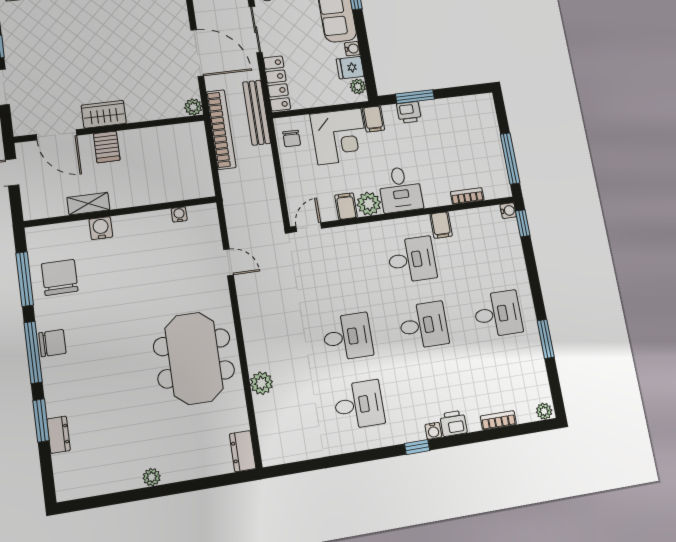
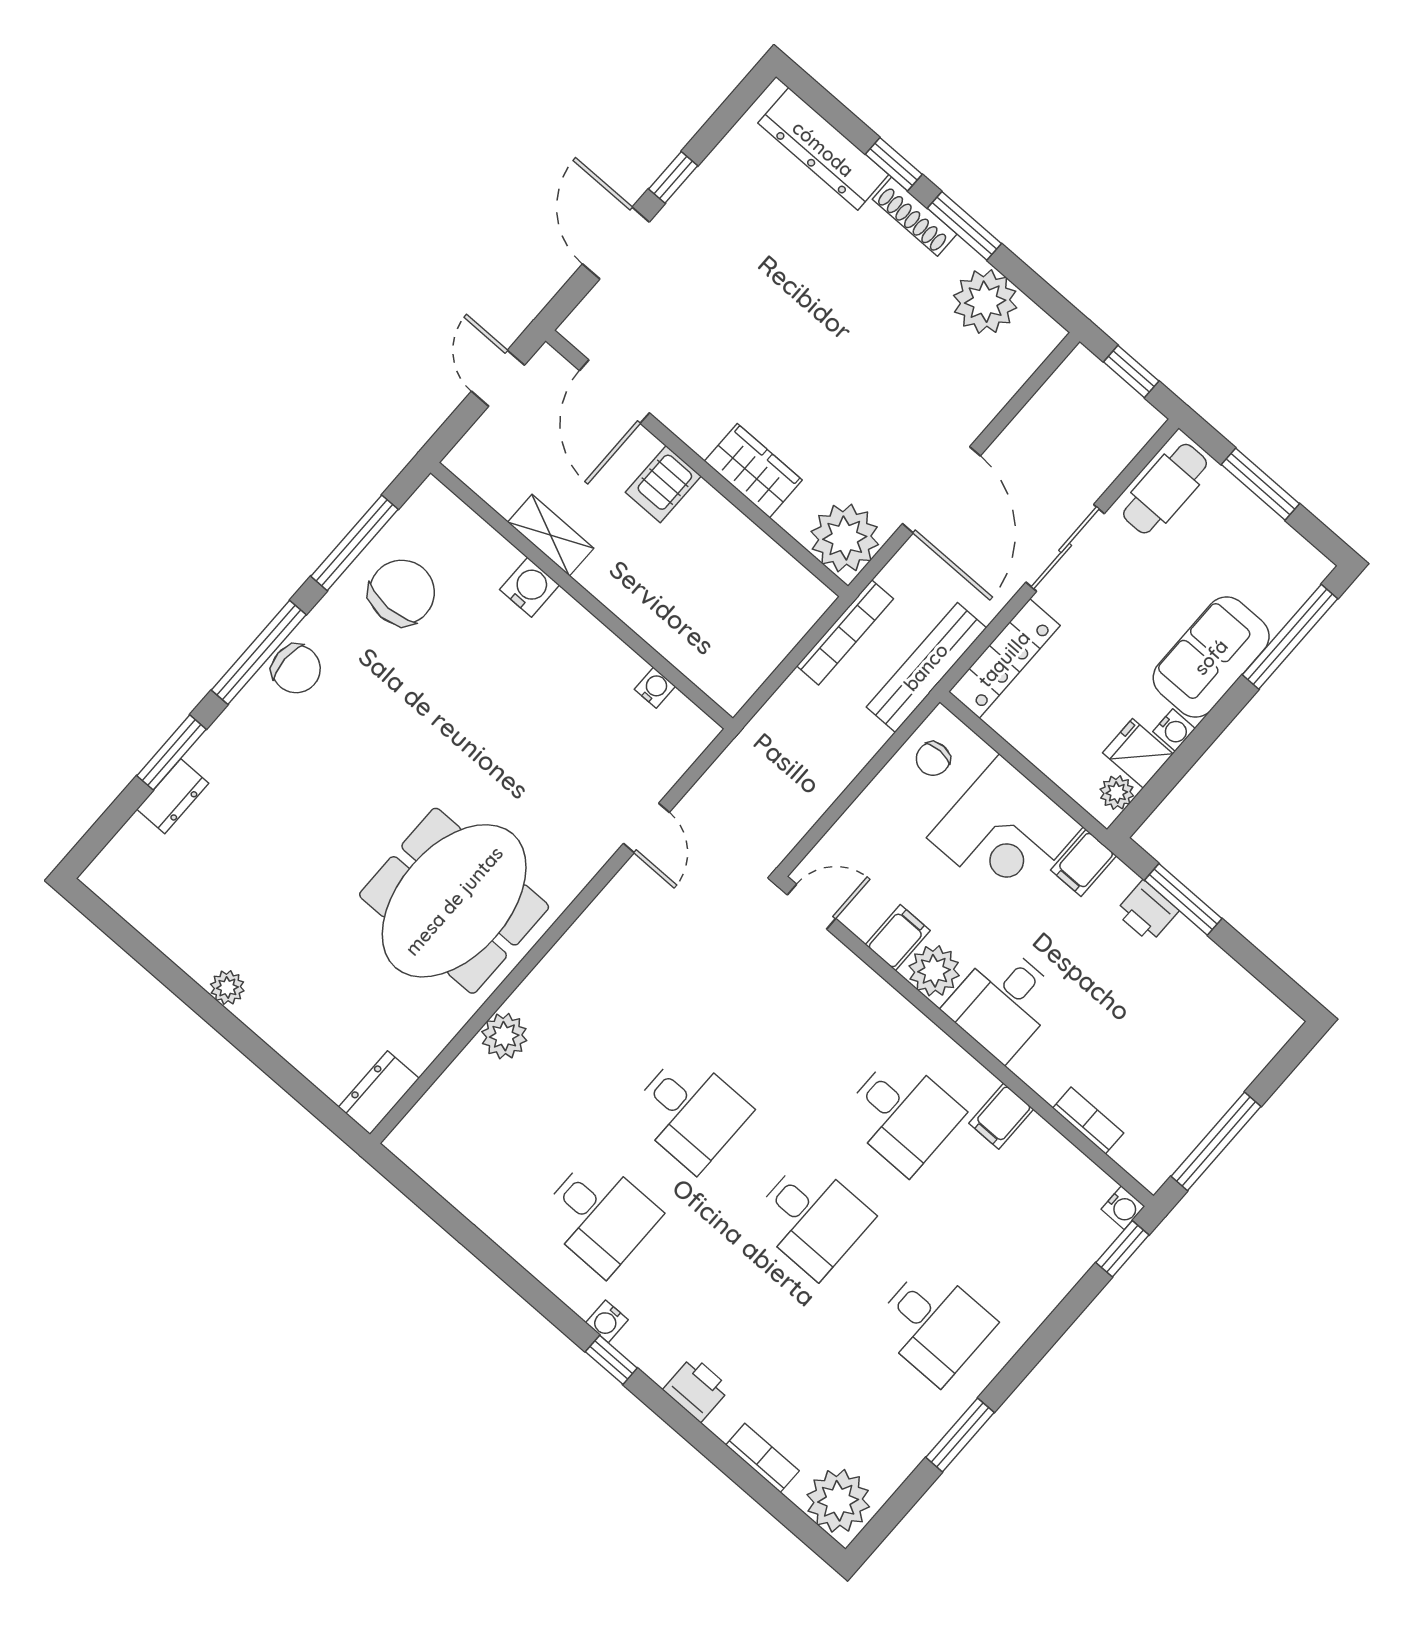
plant: (193, 107) -> (845, 538), width x1.88, depth x1.88
wardrobe: (104, 114) -> (753, 471), moved
bookcase: (221, 129) -> (845, 632), width x0.68, depth x0.76
plant: (544, 411) -> (838, 1501), width x1.88, depth x1.88
water cooler: (433, 431) -> (607, 1321), moved

